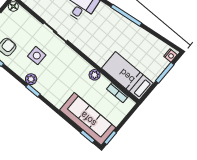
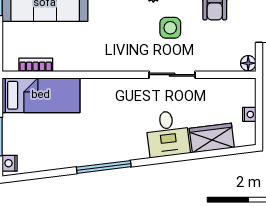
plant: (95, 75) -> (81, 63), removed

